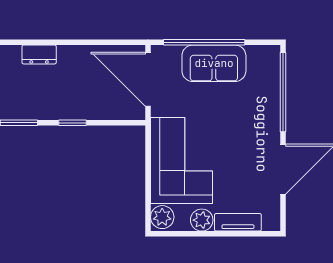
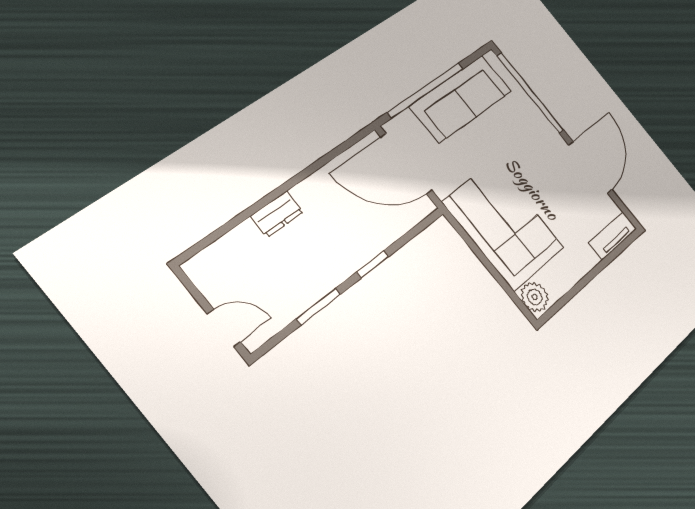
sofa: (214, 63) -> (461, 99), width x1.36
plant: (202, 220) -> (569, 271), removed
tv unit: (238, 222) -> (613, 236), moved

